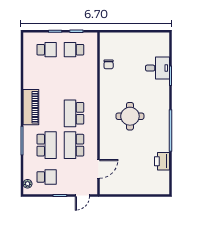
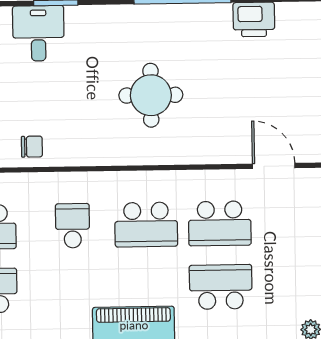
school desk: (47, 177) -> (73, 226), moved

